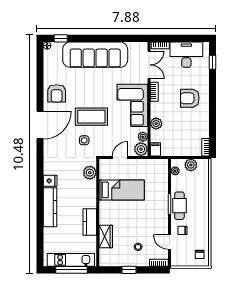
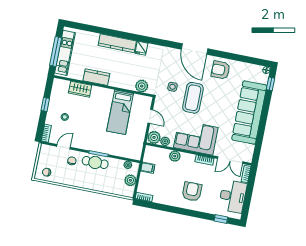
filing cabinet: (155, 149) -> (148, 168), moved

